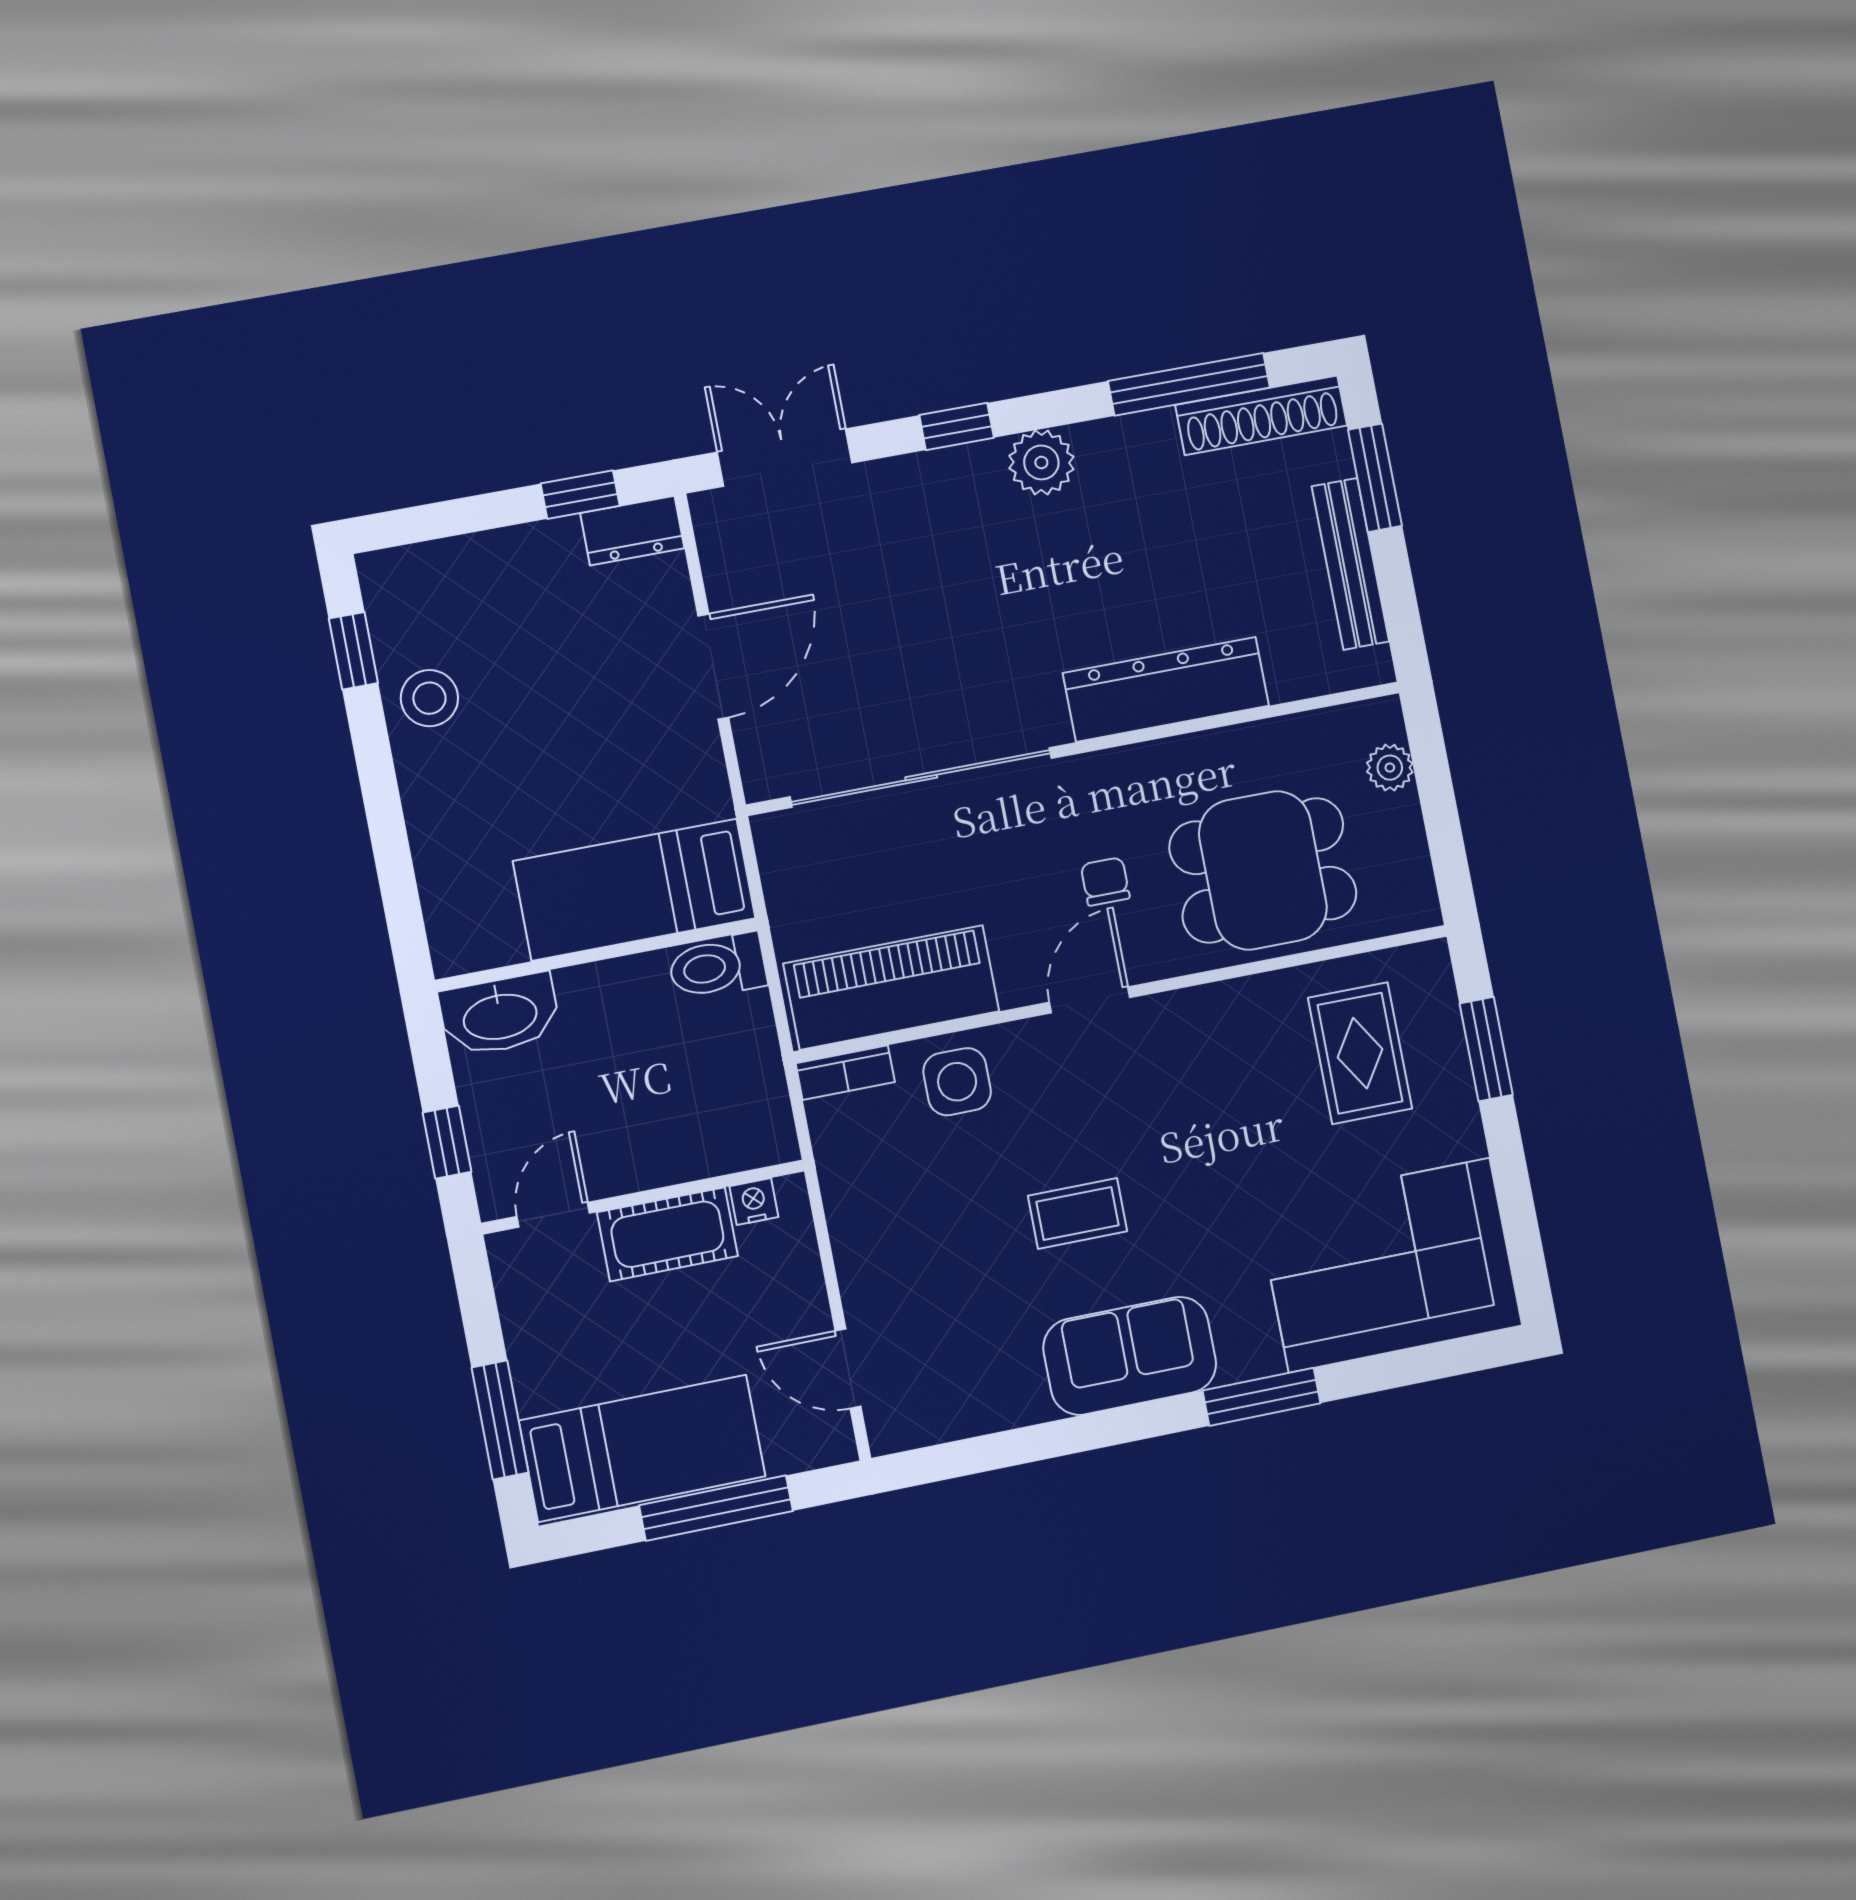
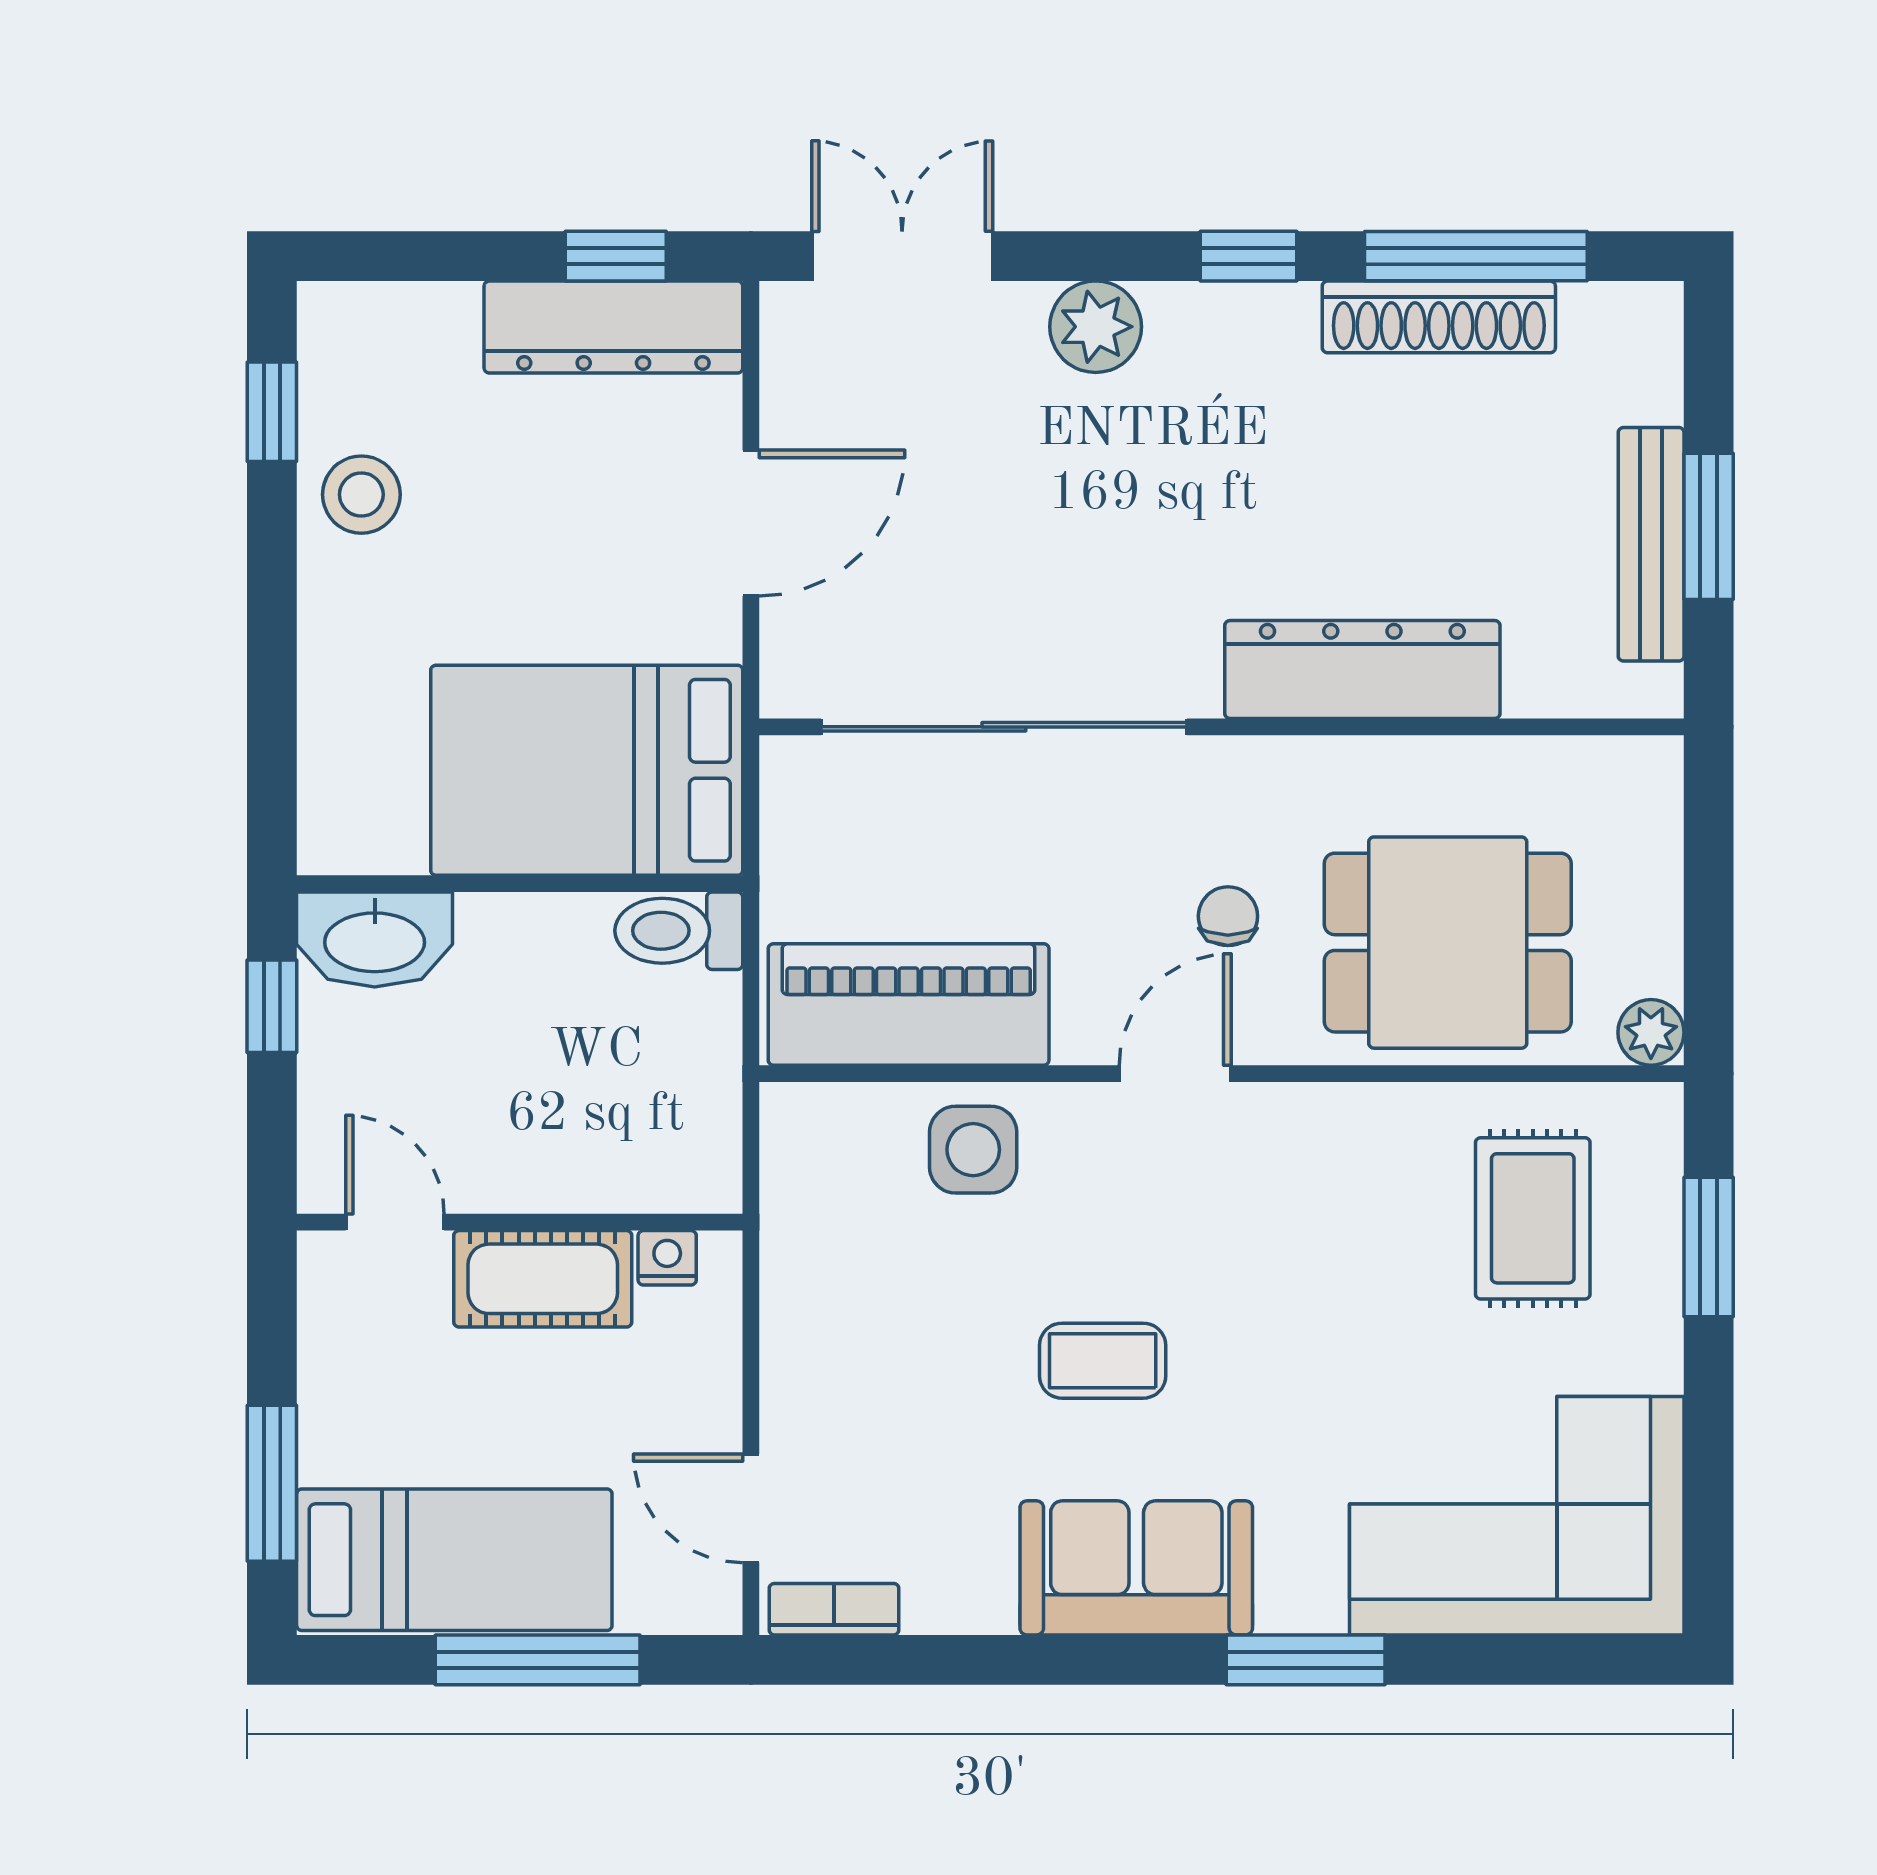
shoe rack: (1261, 415) -> (1439, 317), moved
window: (957, 426) -> (1248, 256), moved
plant: (1041, 462) -> (1096, 327), moved
window: (1375, 478) -> (1709, 526), moved
dresser: (632, 531) -> (613, 327), width x1.96, depth x1.24
plant: (1390, 768) -> (1651, 1032), moved
bed: (634, 890) -> (587, 770), width x1.50
bookcase: (845, 1073) -> (834, 1609), moved, turned 180
window: (447, 1142) -> (272, 1006), moved
door: (553, 1215) -> (395, 1222), hinge flipped

